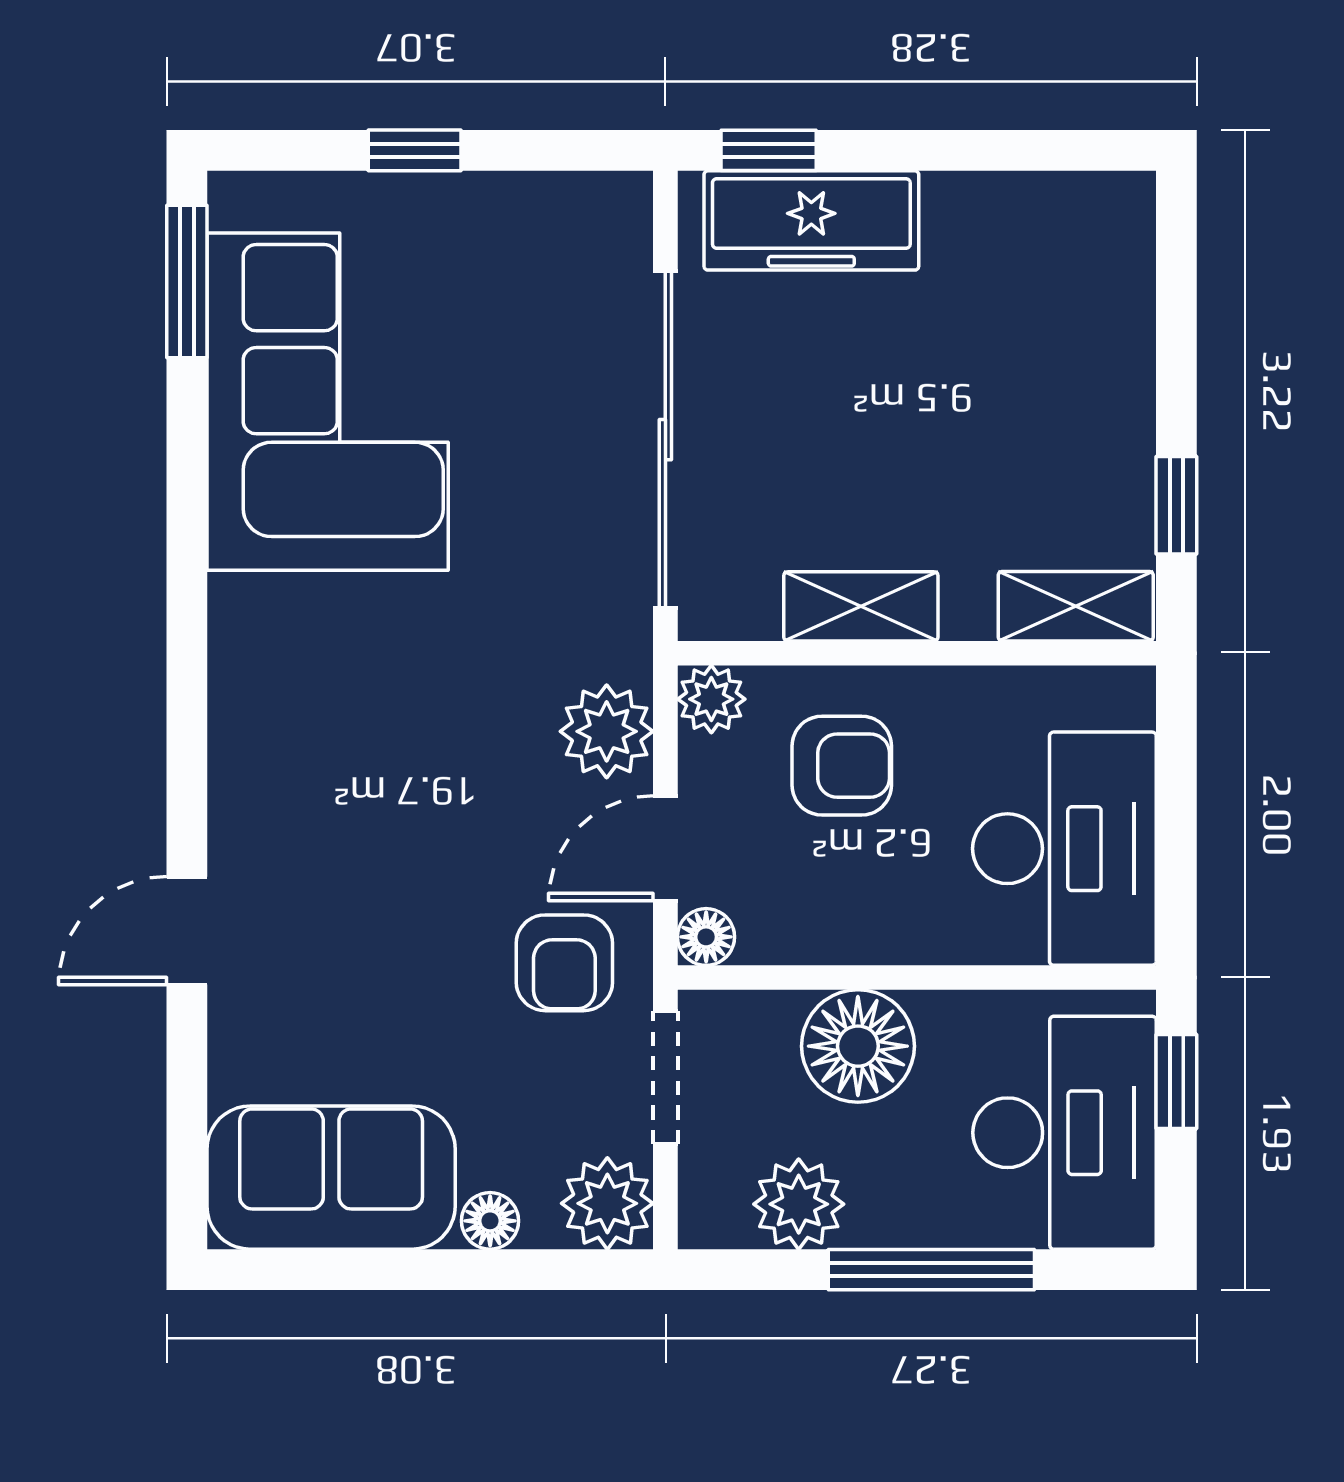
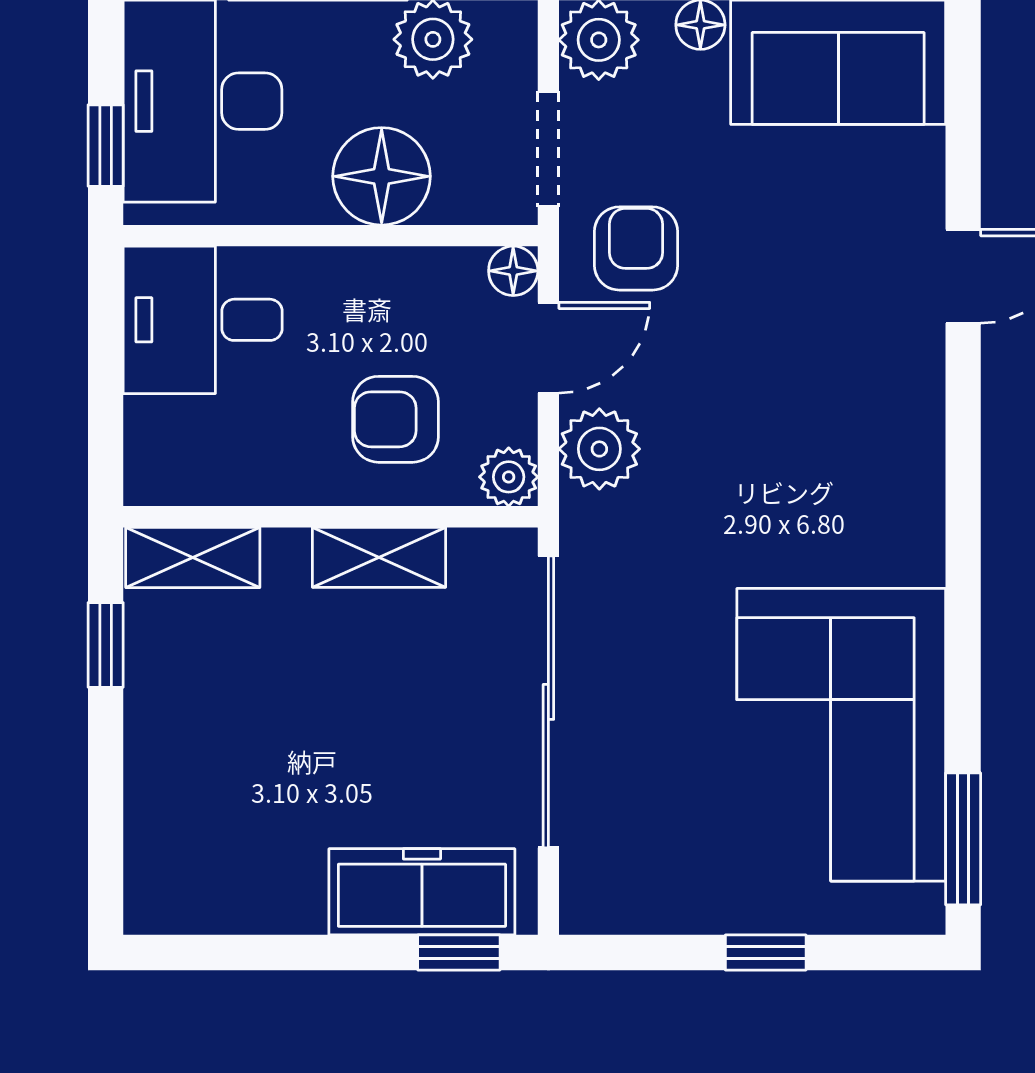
desk: (1064, 849) -> (203, 320), width x0.73

